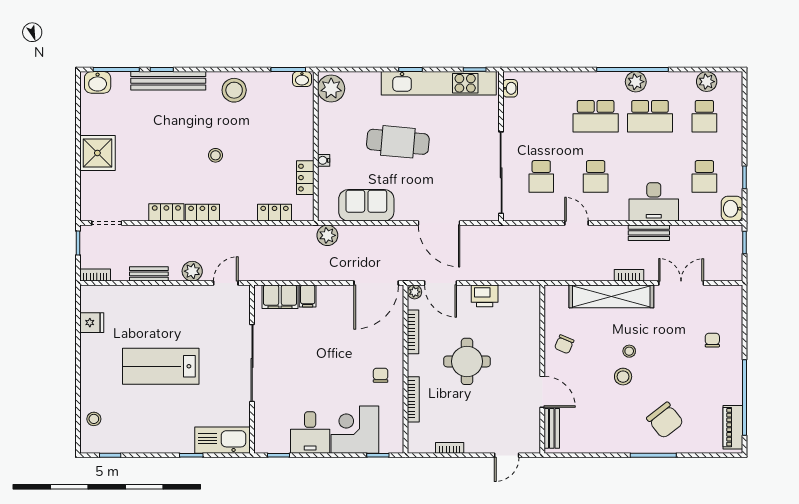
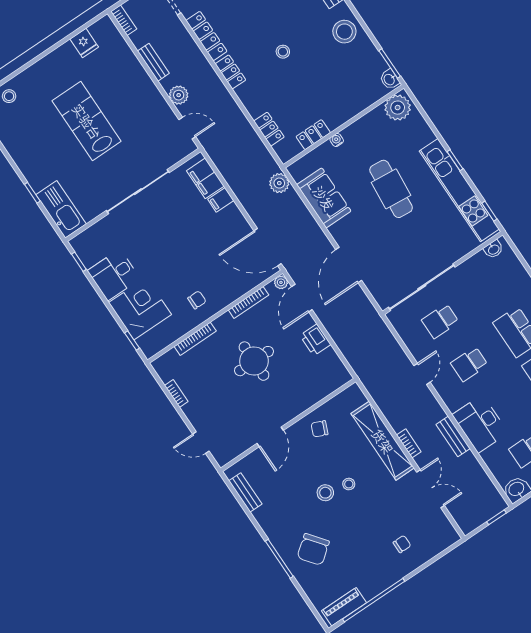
locker: (166, 212) -> (206, 36), width x1.53
bench: (552, 428) -> (245, 492), moved, turned 90

